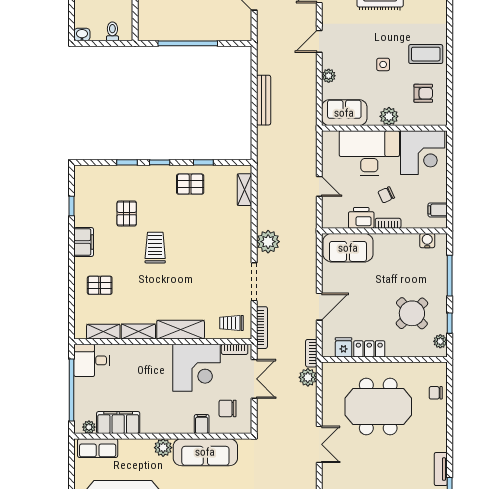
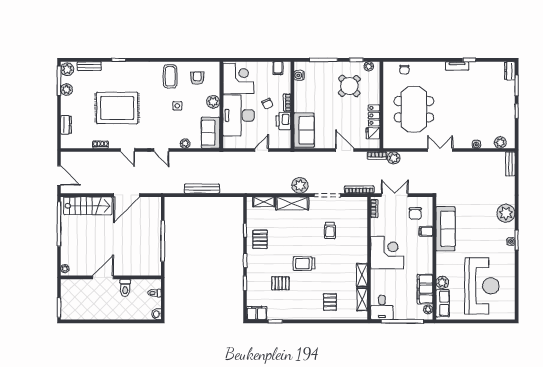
filing cabinet: (84, 242) -> (257, 313), moved
trolley: (232, 323) -> (330, 231), moved
shelving: (181, 330) -> (292, 203), moved, turned 90
corner desk: (197, 368) -> (387, 253), moved
plant: (163, 448) -> (442, 282), moved

